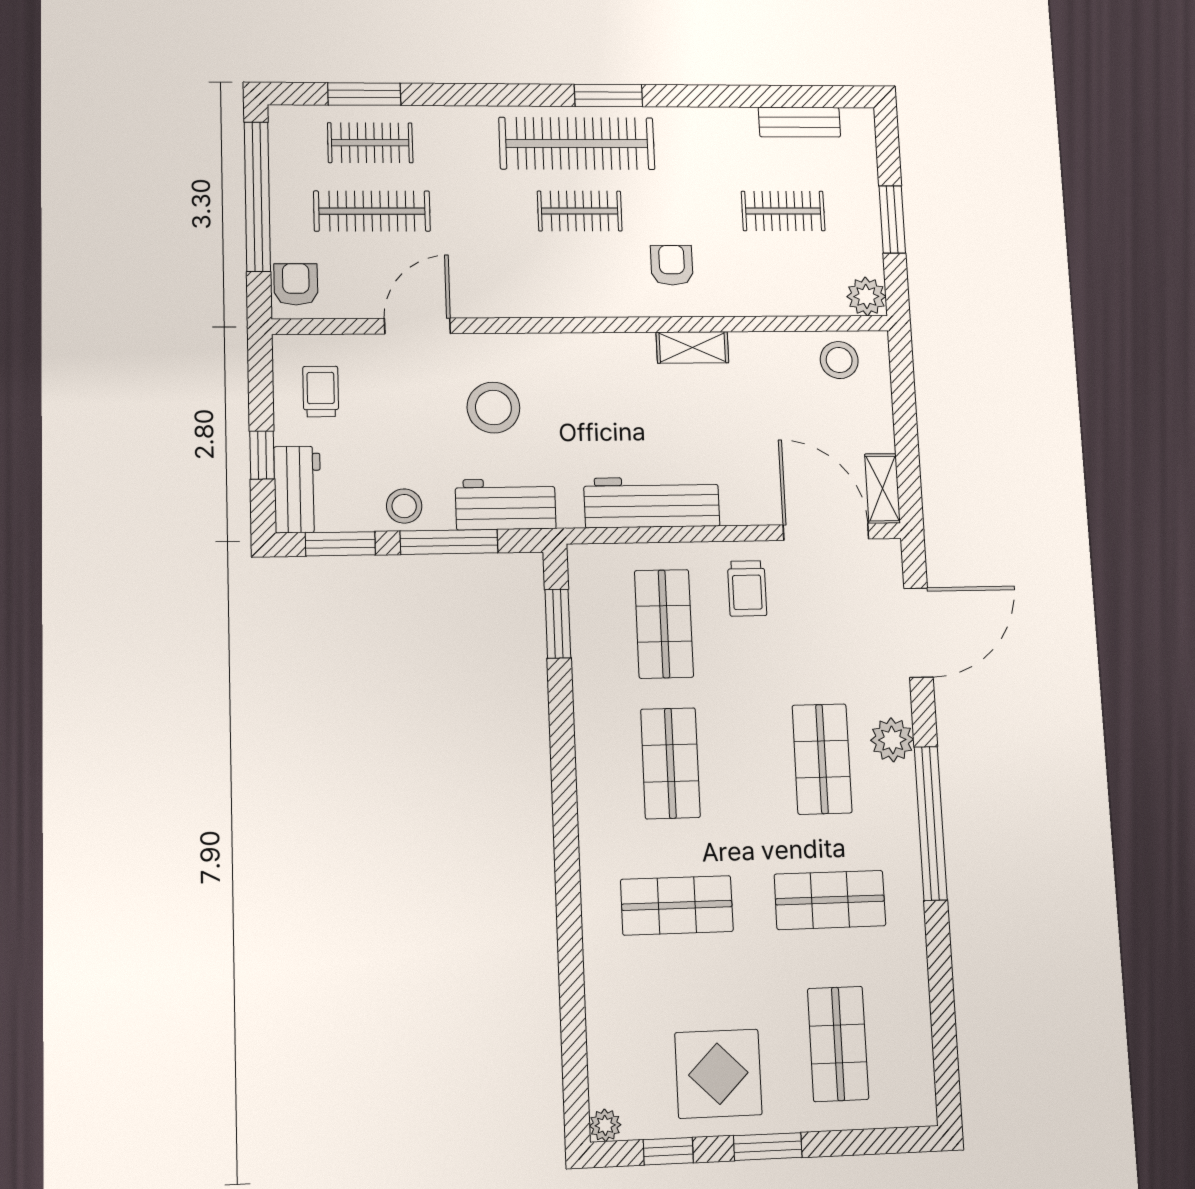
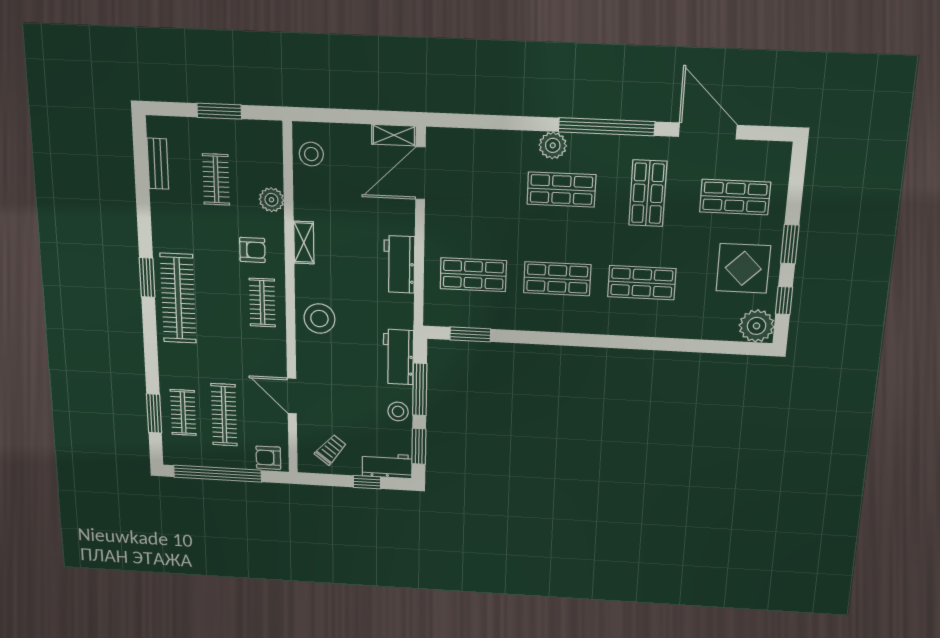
clothes rail: (580, 211) -> (262, 303), moved
armchair: (672, 265) -> (252, 250), turned 180
plant: (866, 296) -> (271, 200), moved
trolley: (321, 391) -> (331, 450), turned 129
stool: (493, 408) -> (319, 319), moved
workbench: (652, 502) -> (399, 264), width x0.73
trolley: (747, 588) -> (454, 224), removed
door: (919, 633) -> (708, 131), moved
shop shelf: (677, 905) -> (642, 283), turned 90
plant: (605, 1125) -> (757, 326), width x1.87, depth x1.87

